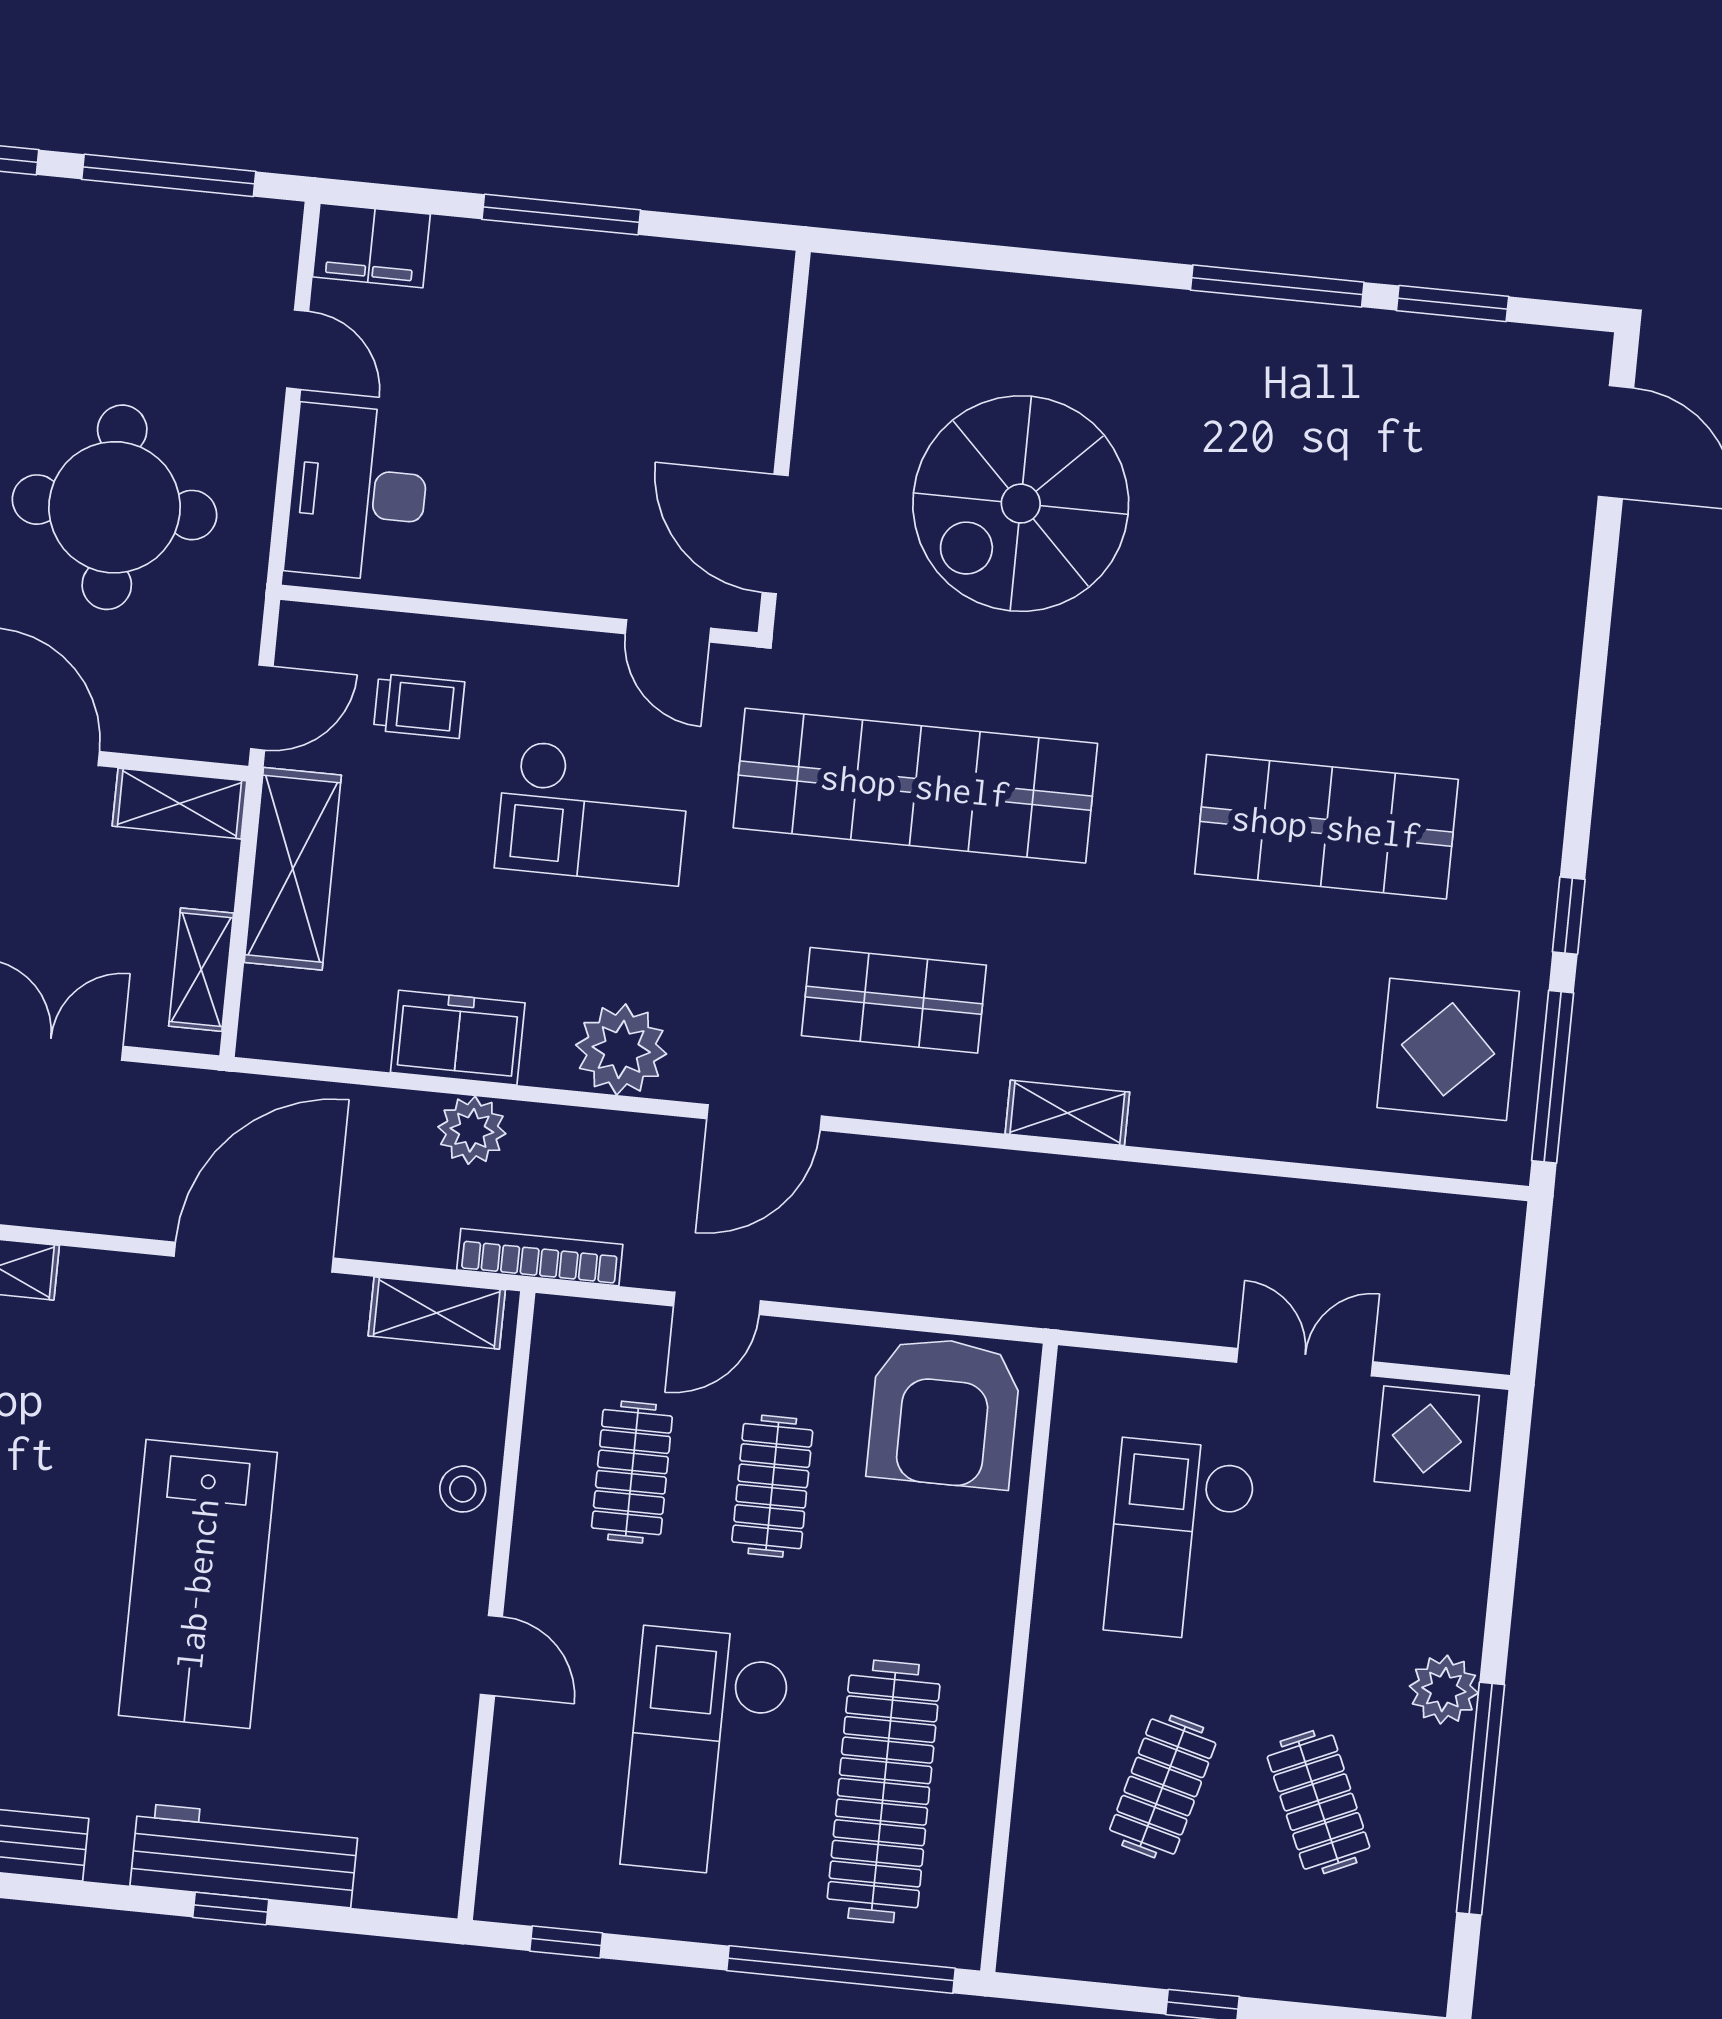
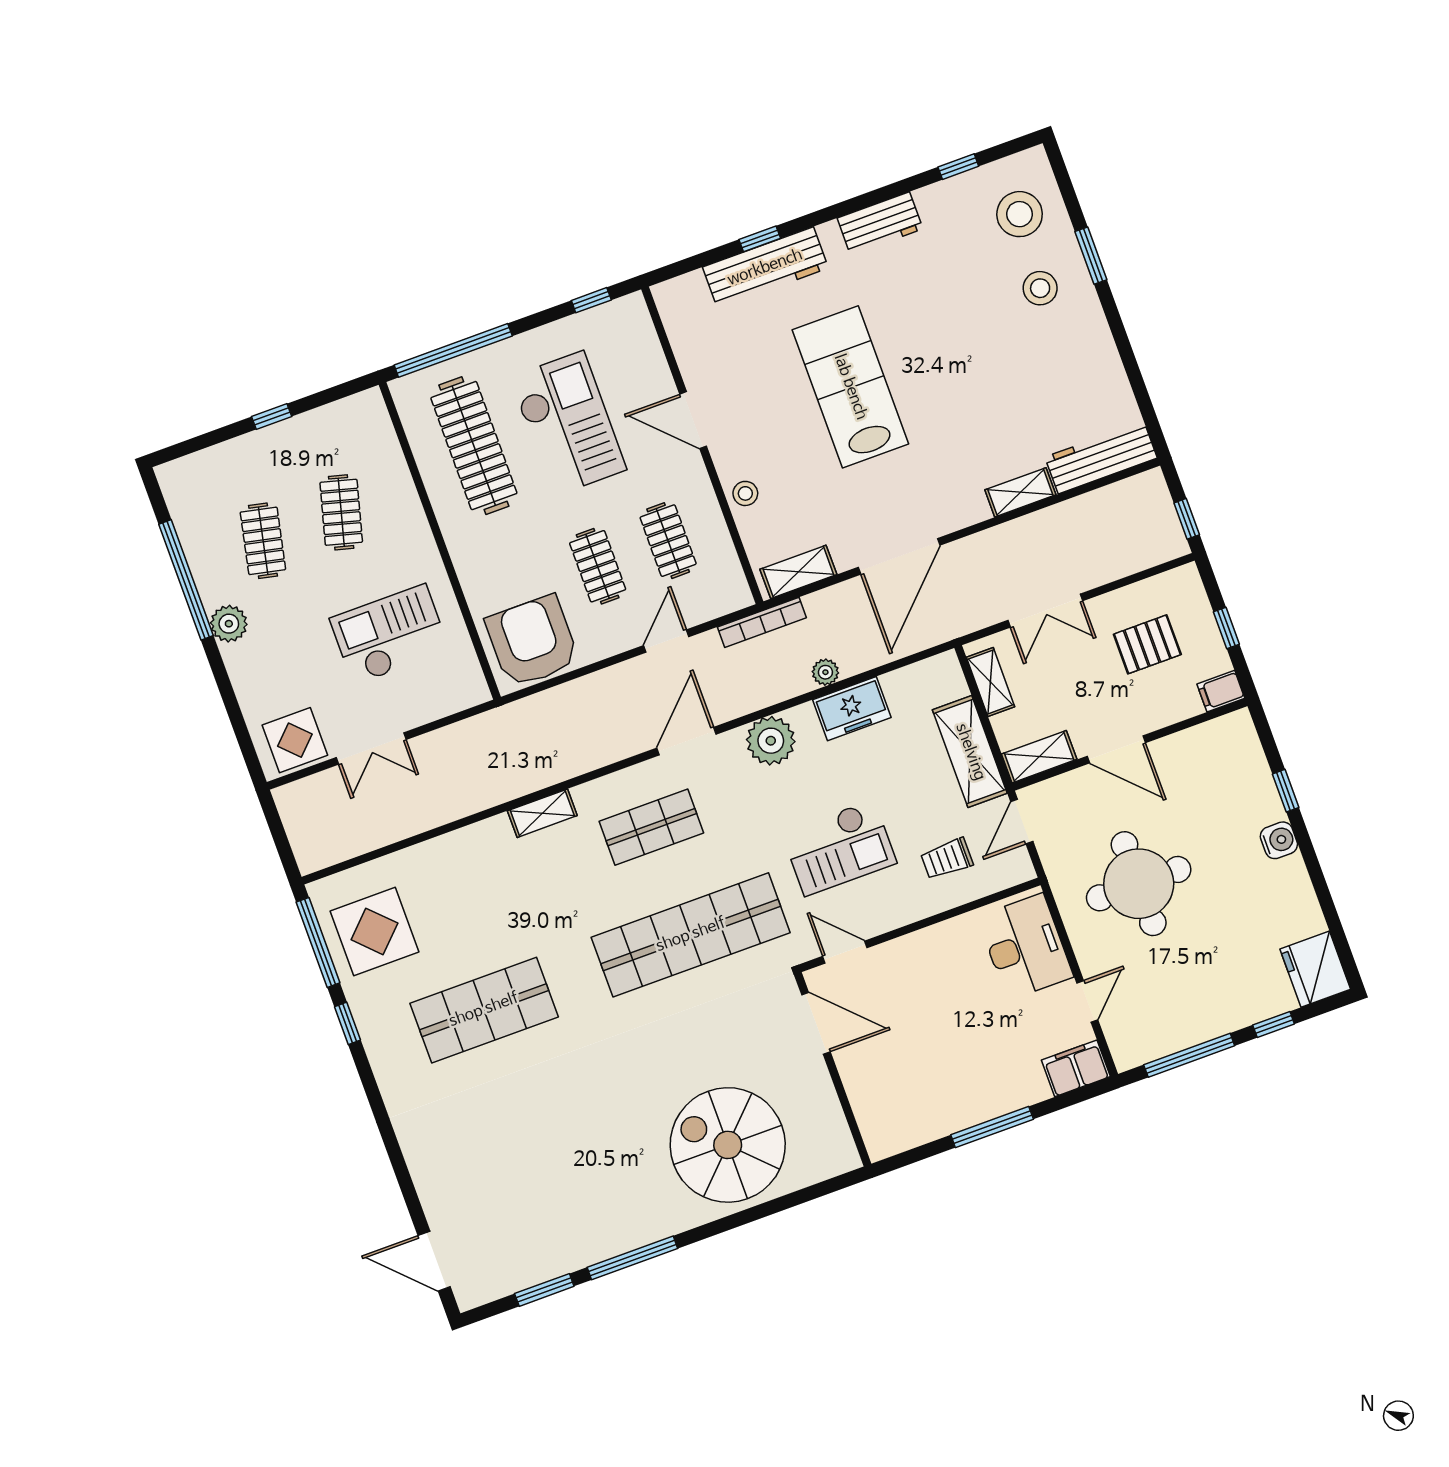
door: (298, 350) -> (1087, 1001), swing flipped
spiral stairs: (1021, 504) -> (728, 1145), moved, turned -90
checkout: (593, 812) -> (839, 848), turned 180
plant: (472, 1130) -> (825, 672), width x0.73, depth x0.73
checkout: (1180, 1540) -> (390, 634), turned -90
door: (491, 1656) -> (693, 420), width x1.38
clothes rail: (1319, 1802) -> (263, 541), turned 36

